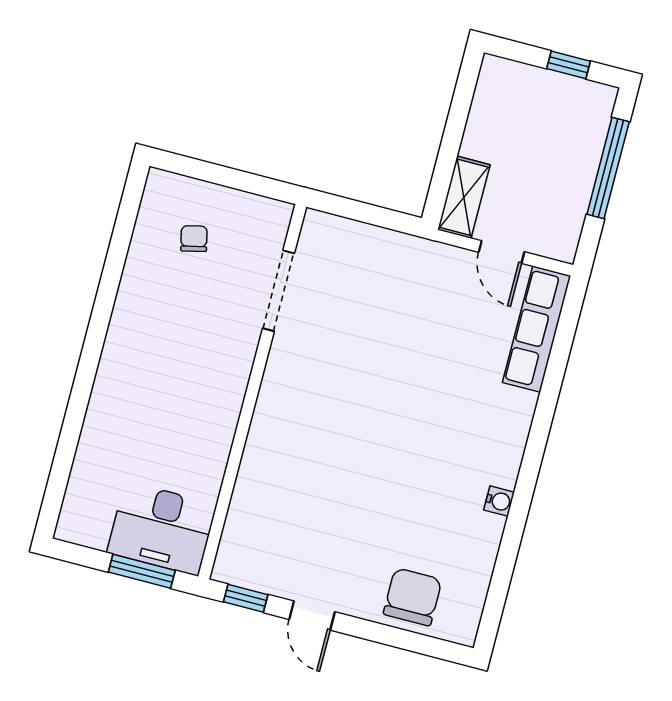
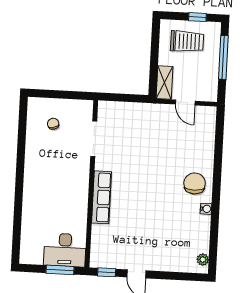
trolley: (534, 115) -> (187, 41), added
row of seats: (537, 329) -> (102, 197), moved, turned 180
chair: (413, 597) -> (195, 183), moved
plant: (468, 614) -> (203, 260), added

